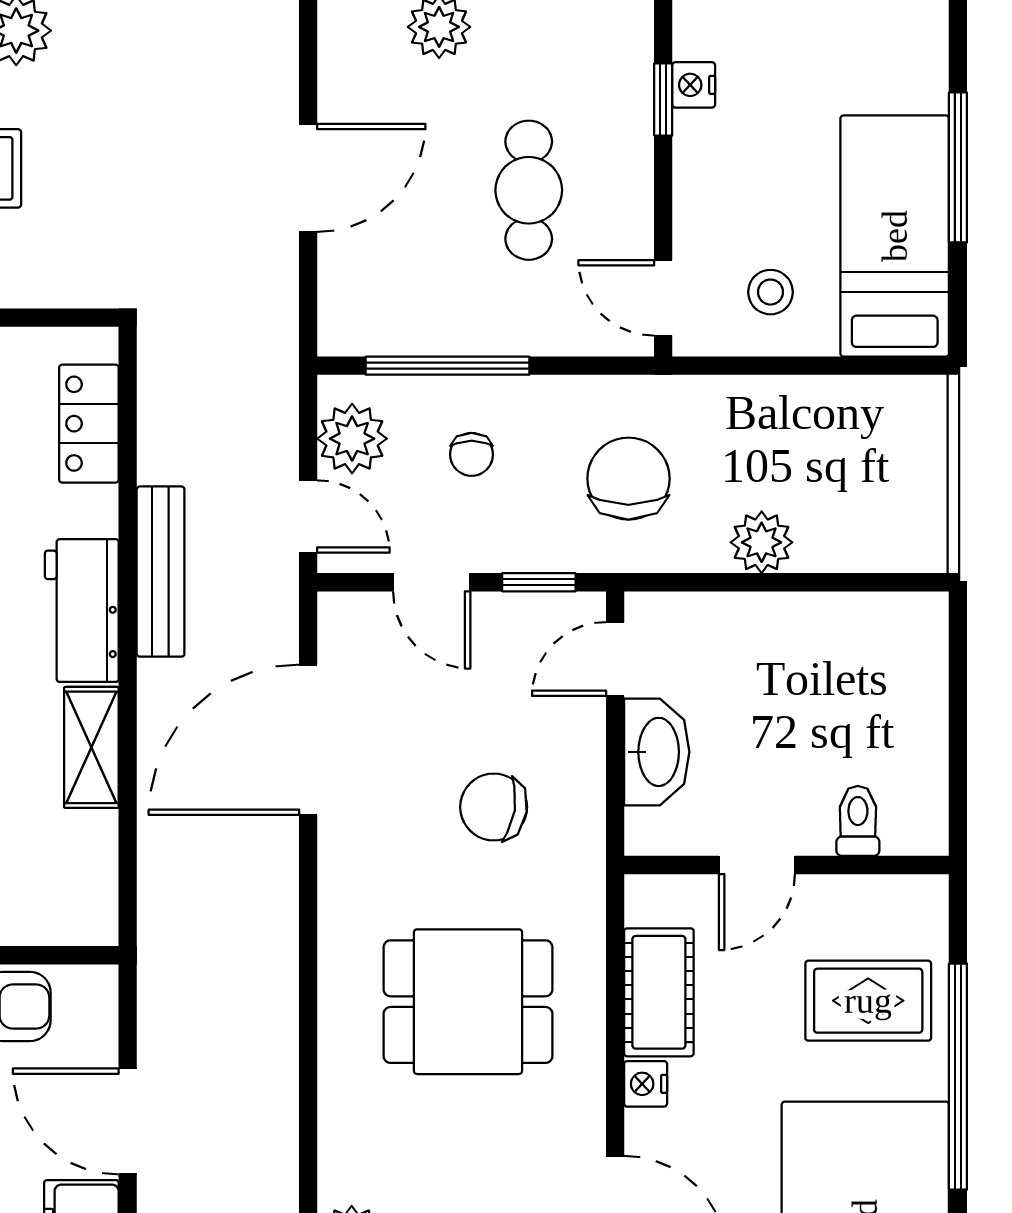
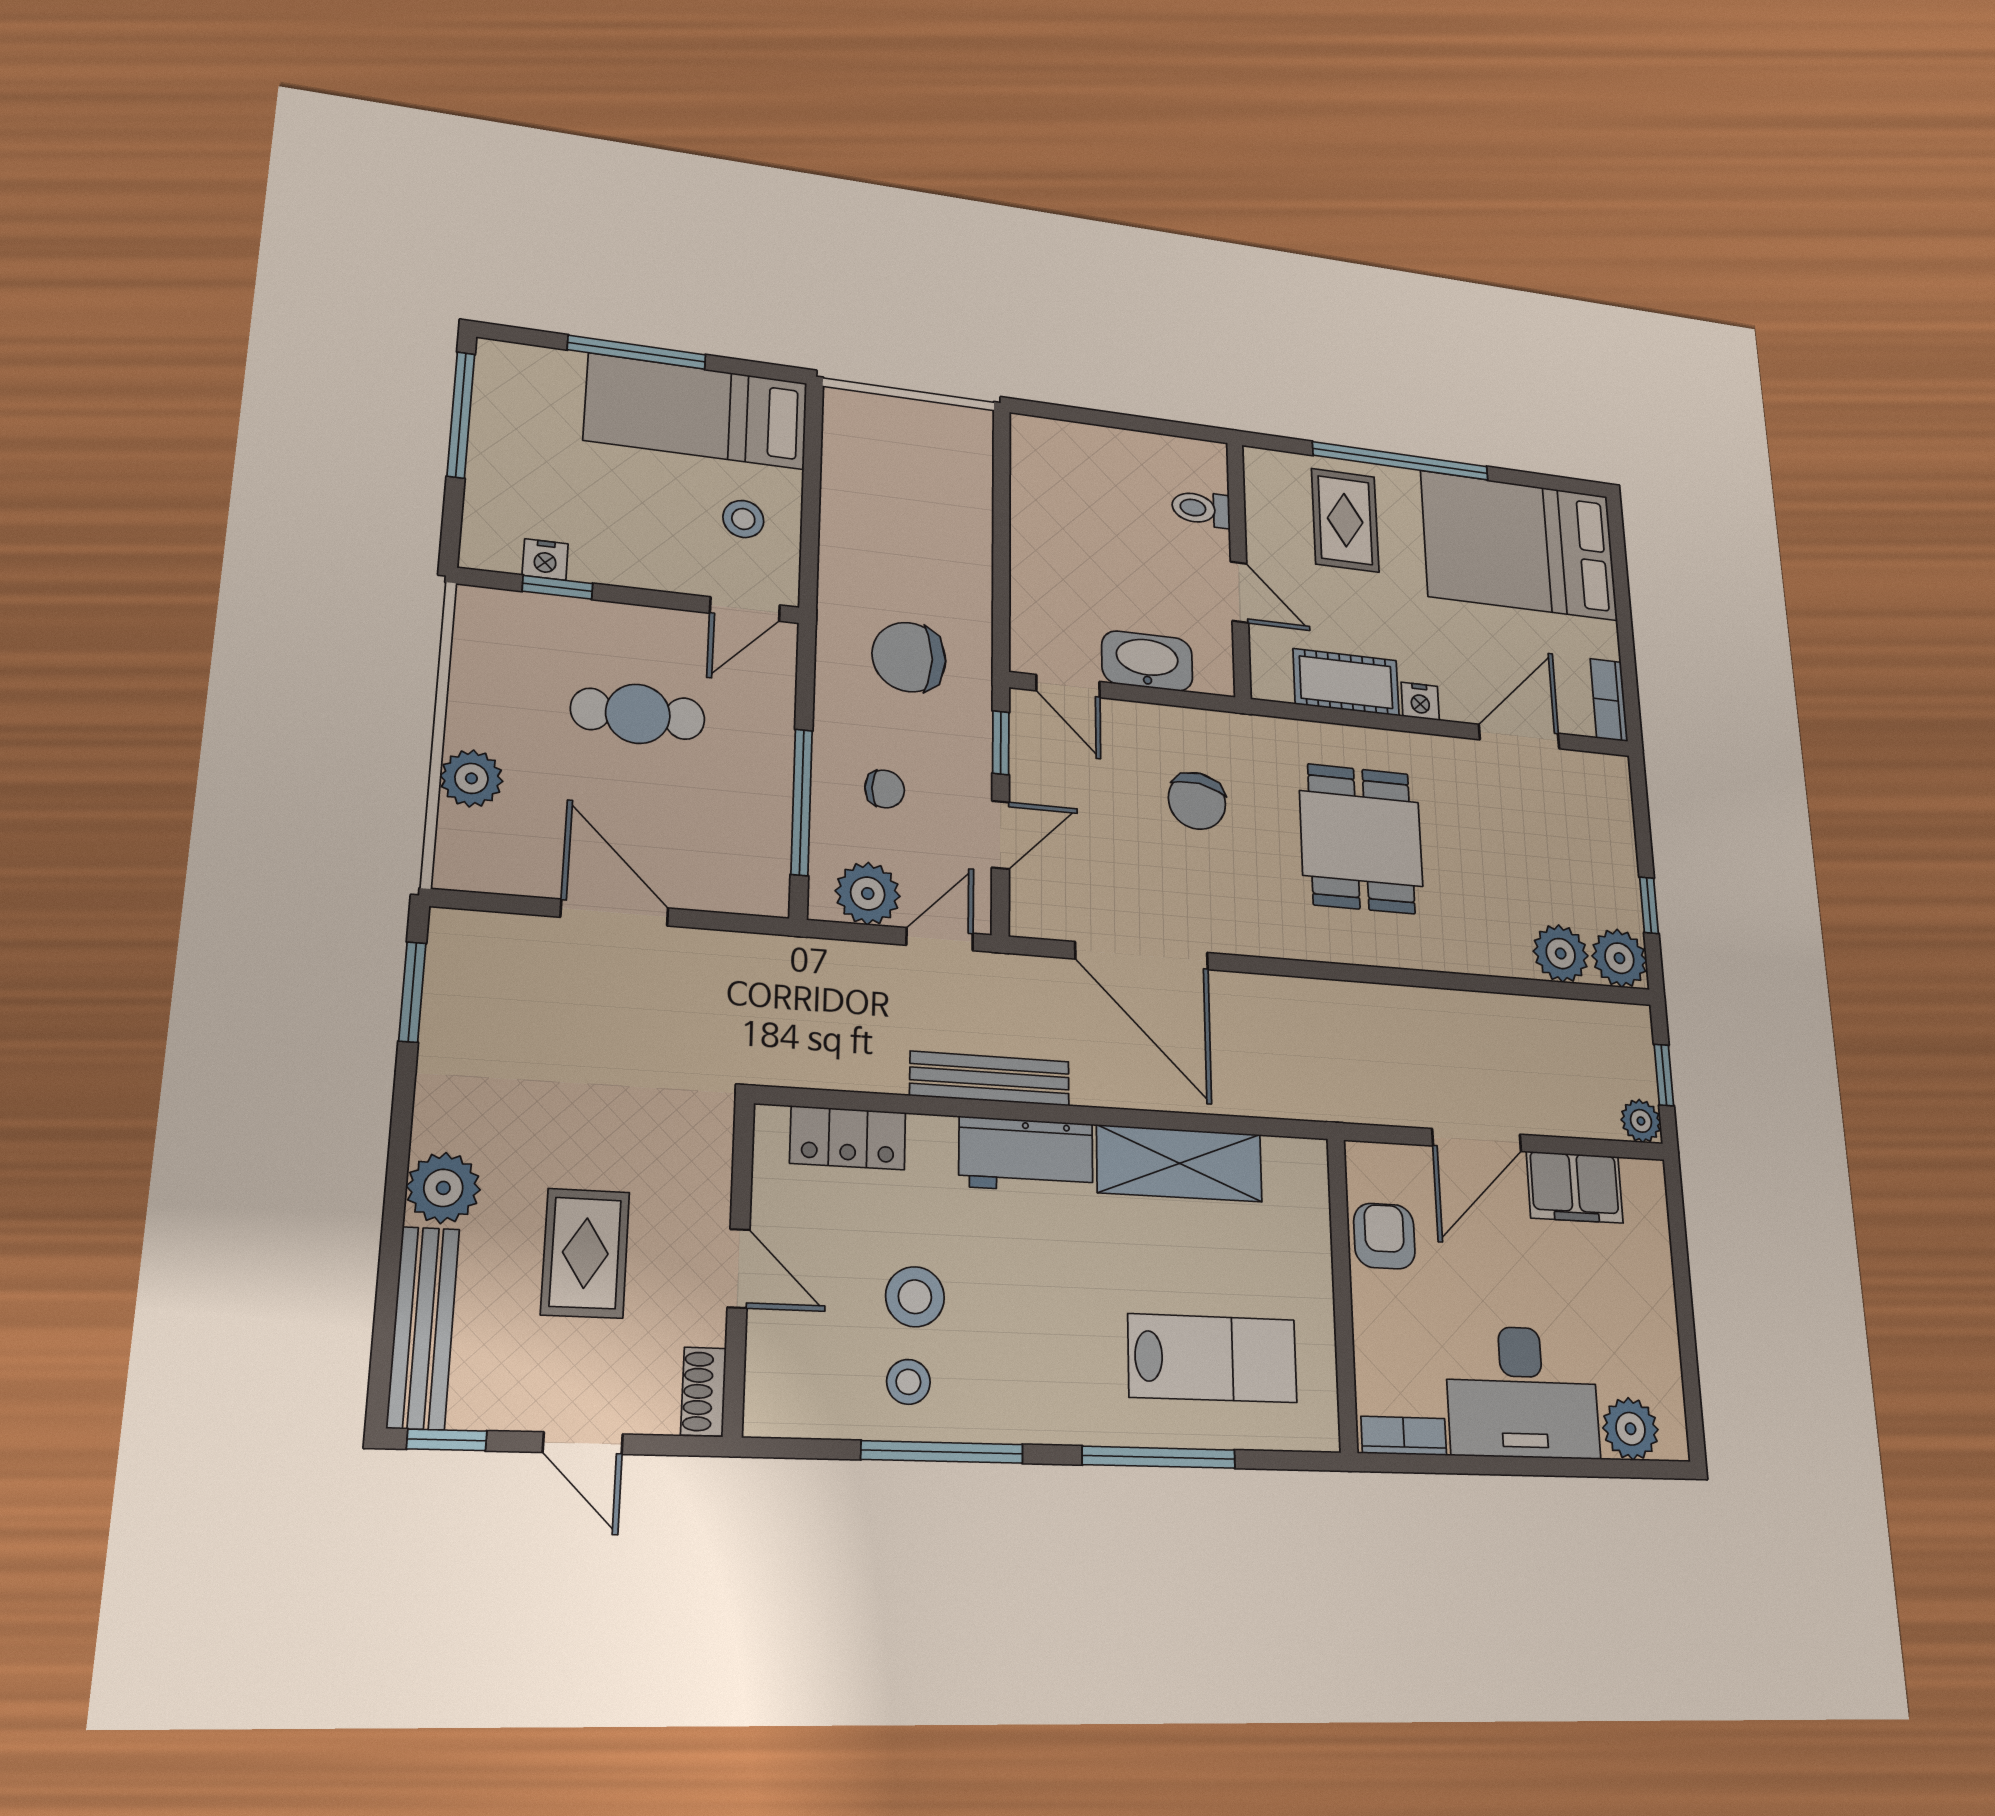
plant: (762, 542) -> (967, 554), removed
shelving: (91, 747) -> (1180, 1163), width x1.50, depth x1.33

